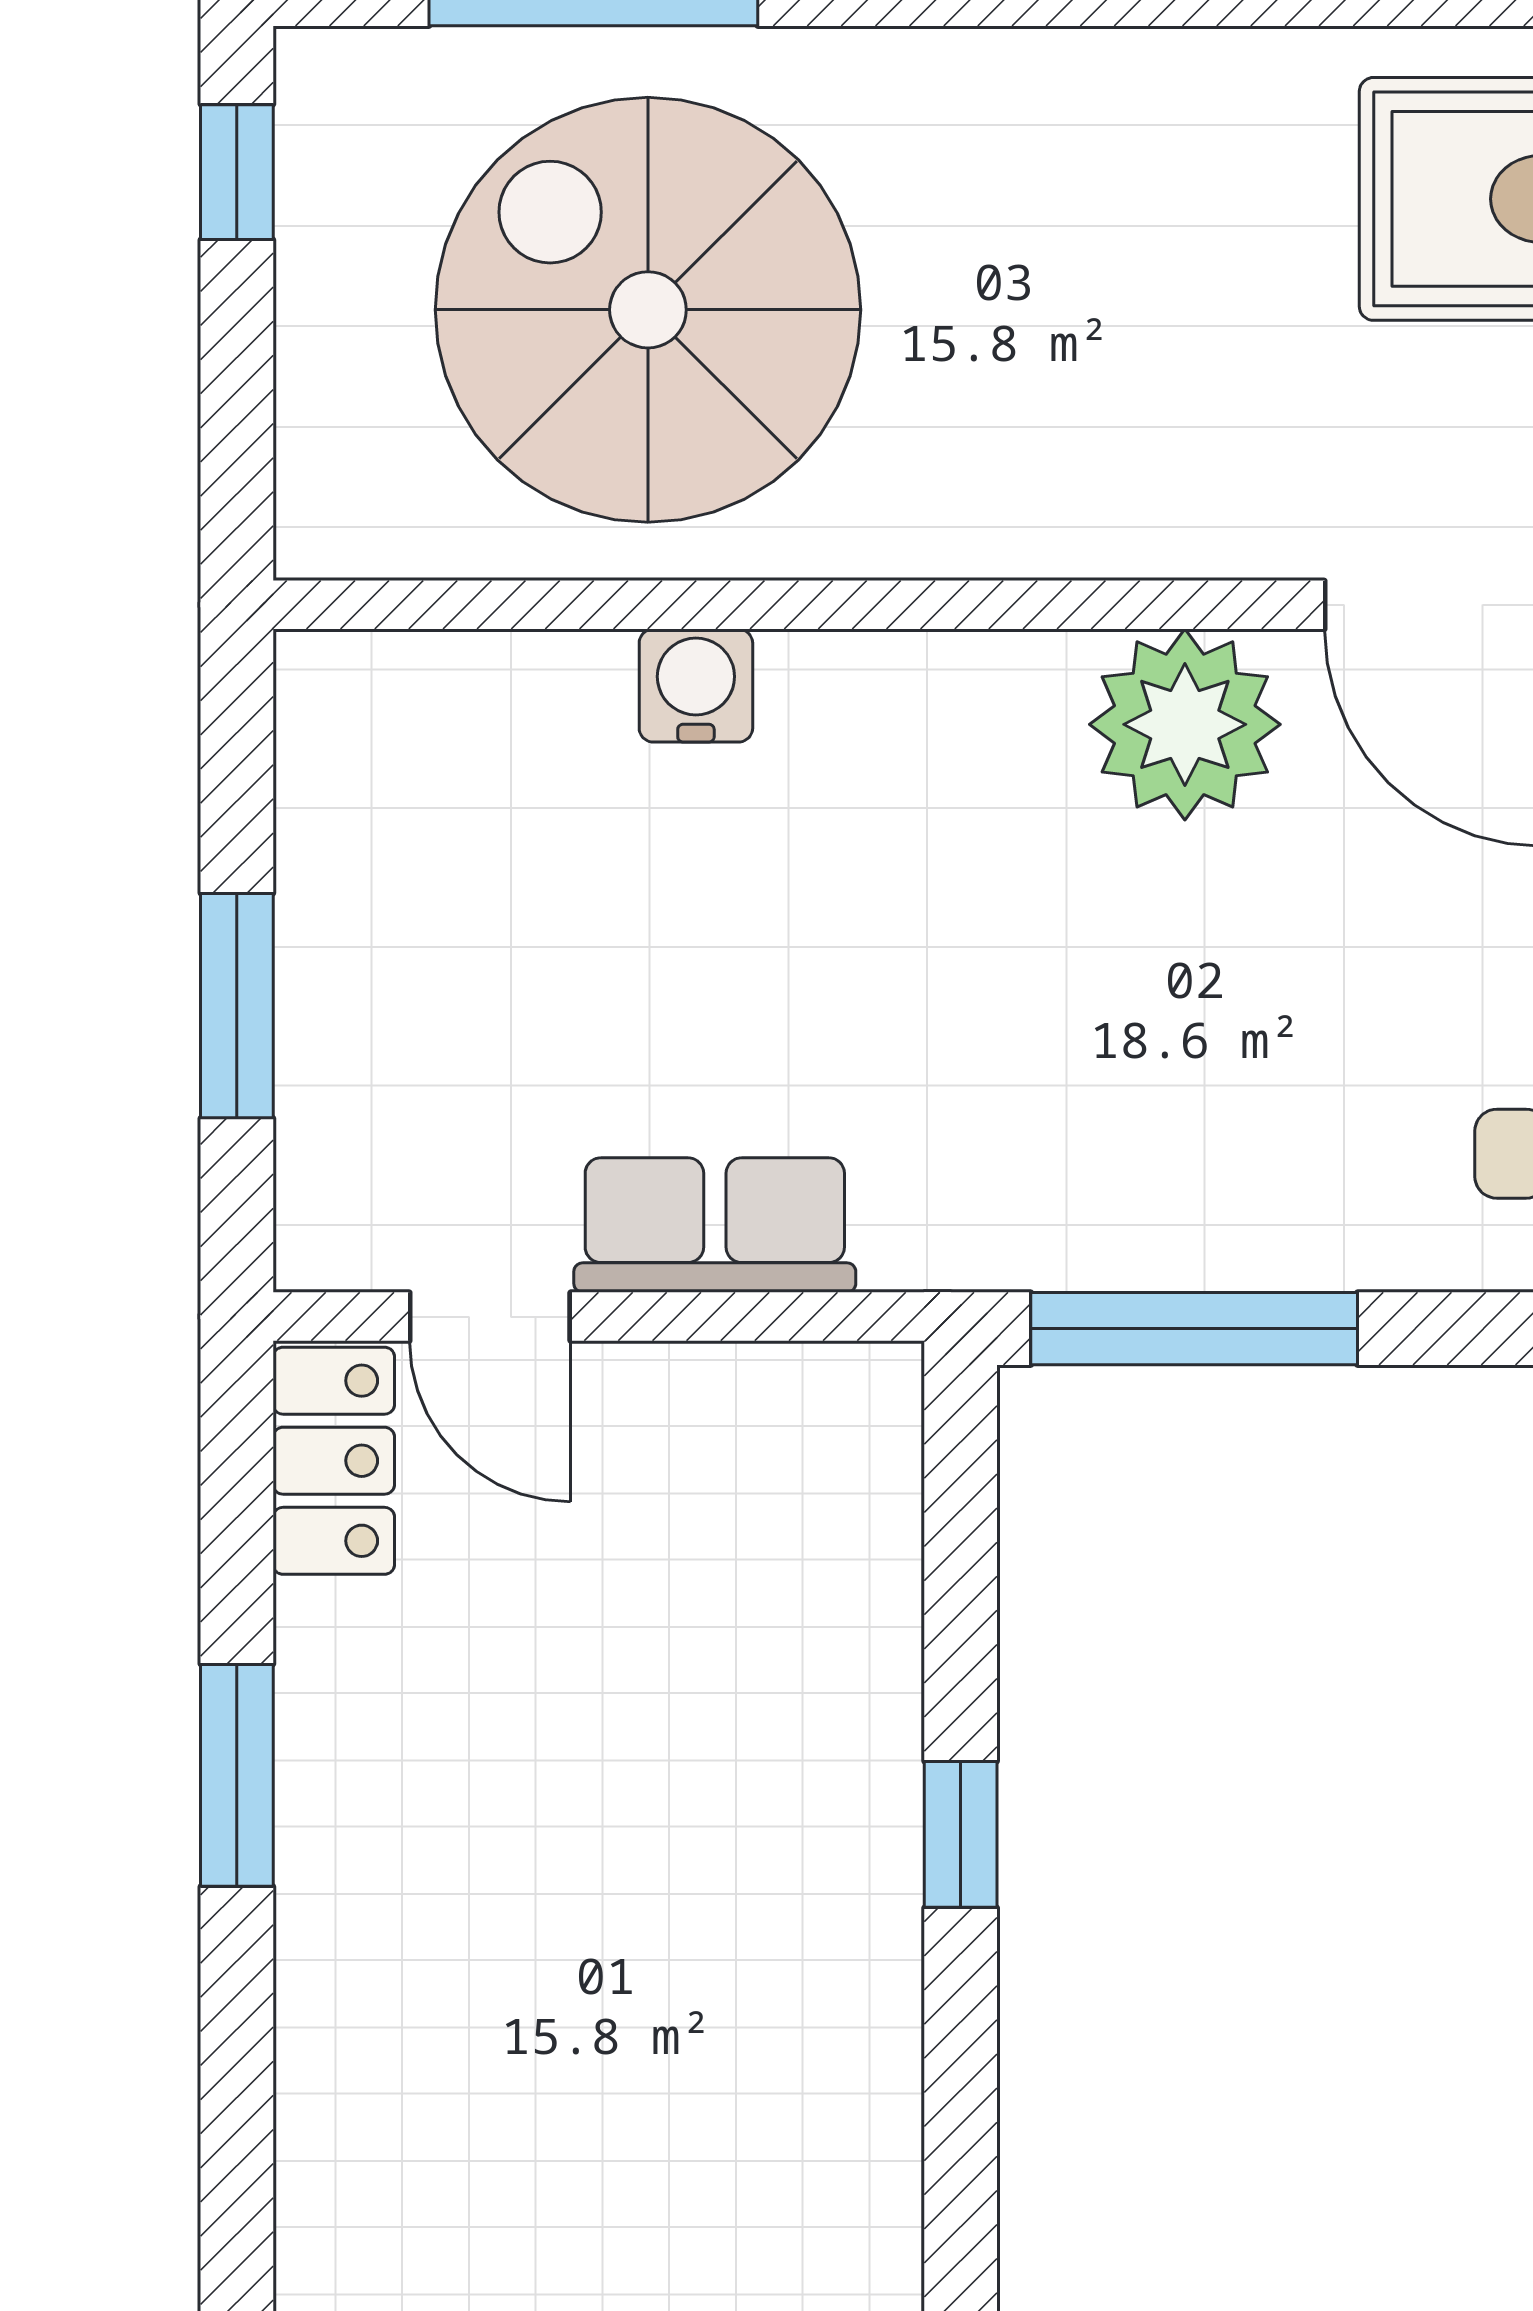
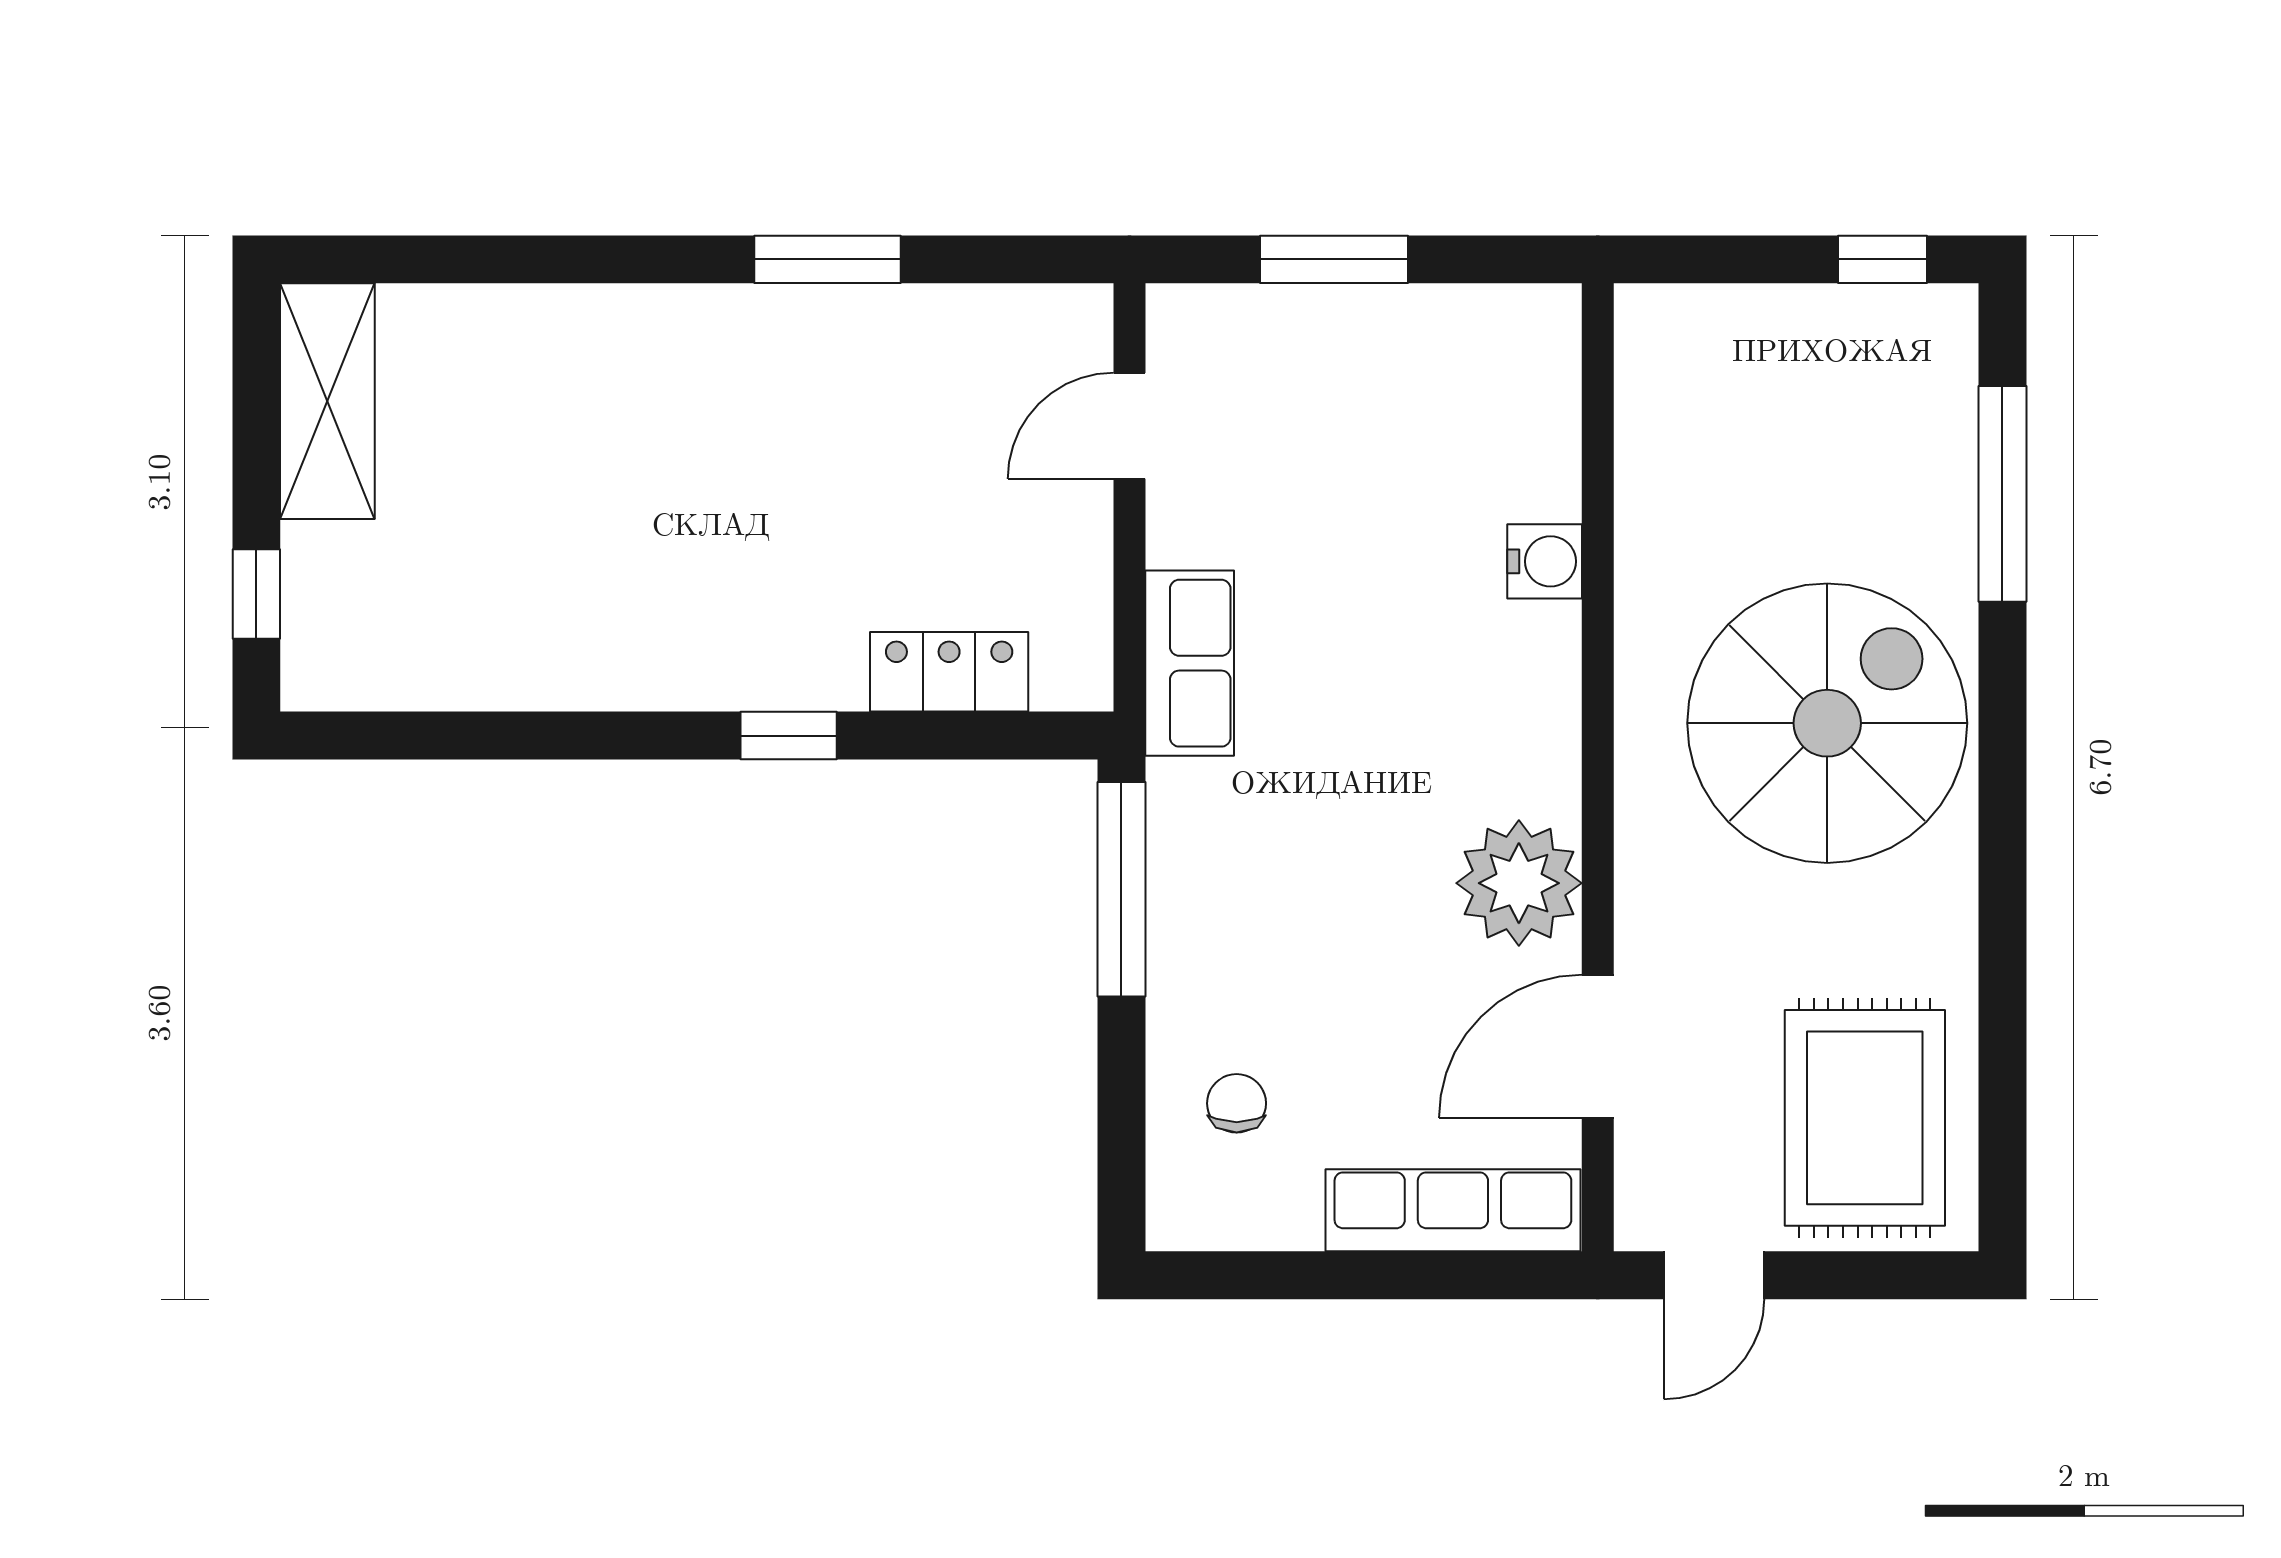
spiral stairs: (648, 310) -> (1827, 723), moved
row of seats: (715, 1225) -> (1190, 663), moved
locker: (334, 1461) -> (949, 672), moved, turned 180

